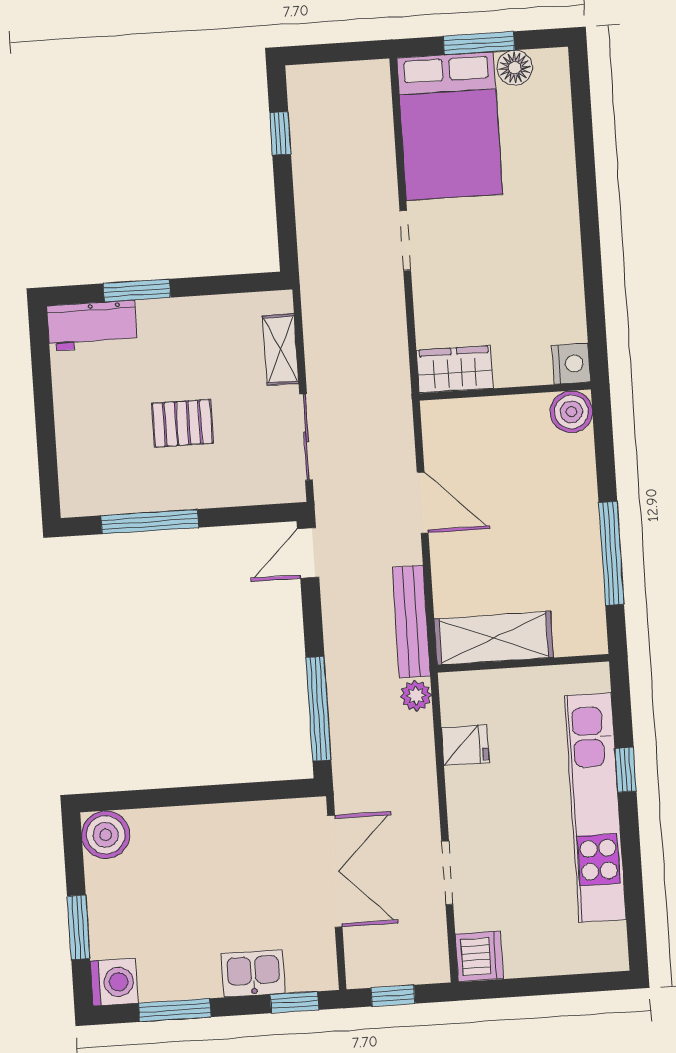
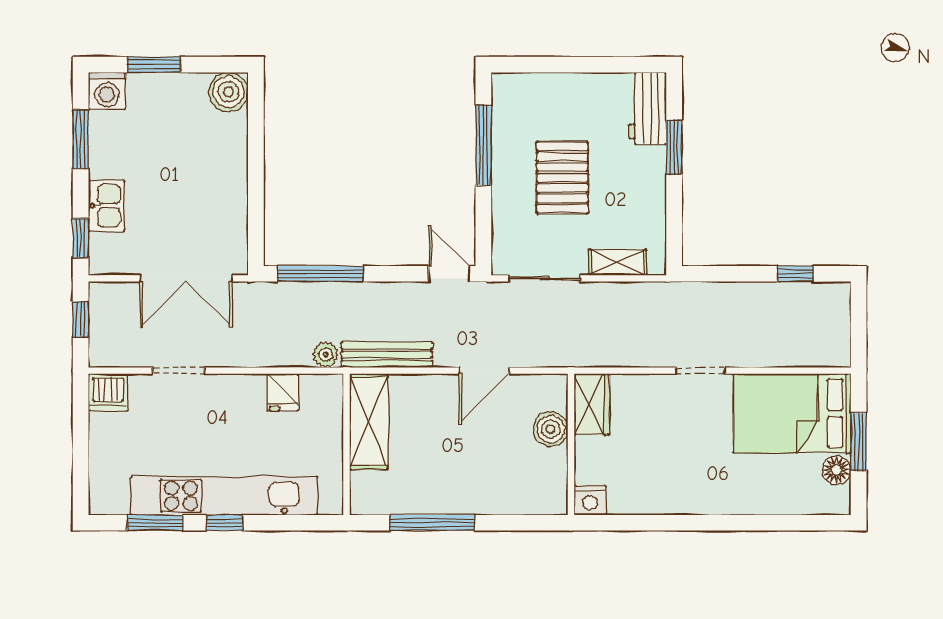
boiler: (571, 412) -> (551, 429), moved
pallet: (182, 423) -> (562, 178), width x1.50, depth x1.42
window: (626, 770) -> (225, 523), moved
window: (634, 889) -> (155, 523), added

